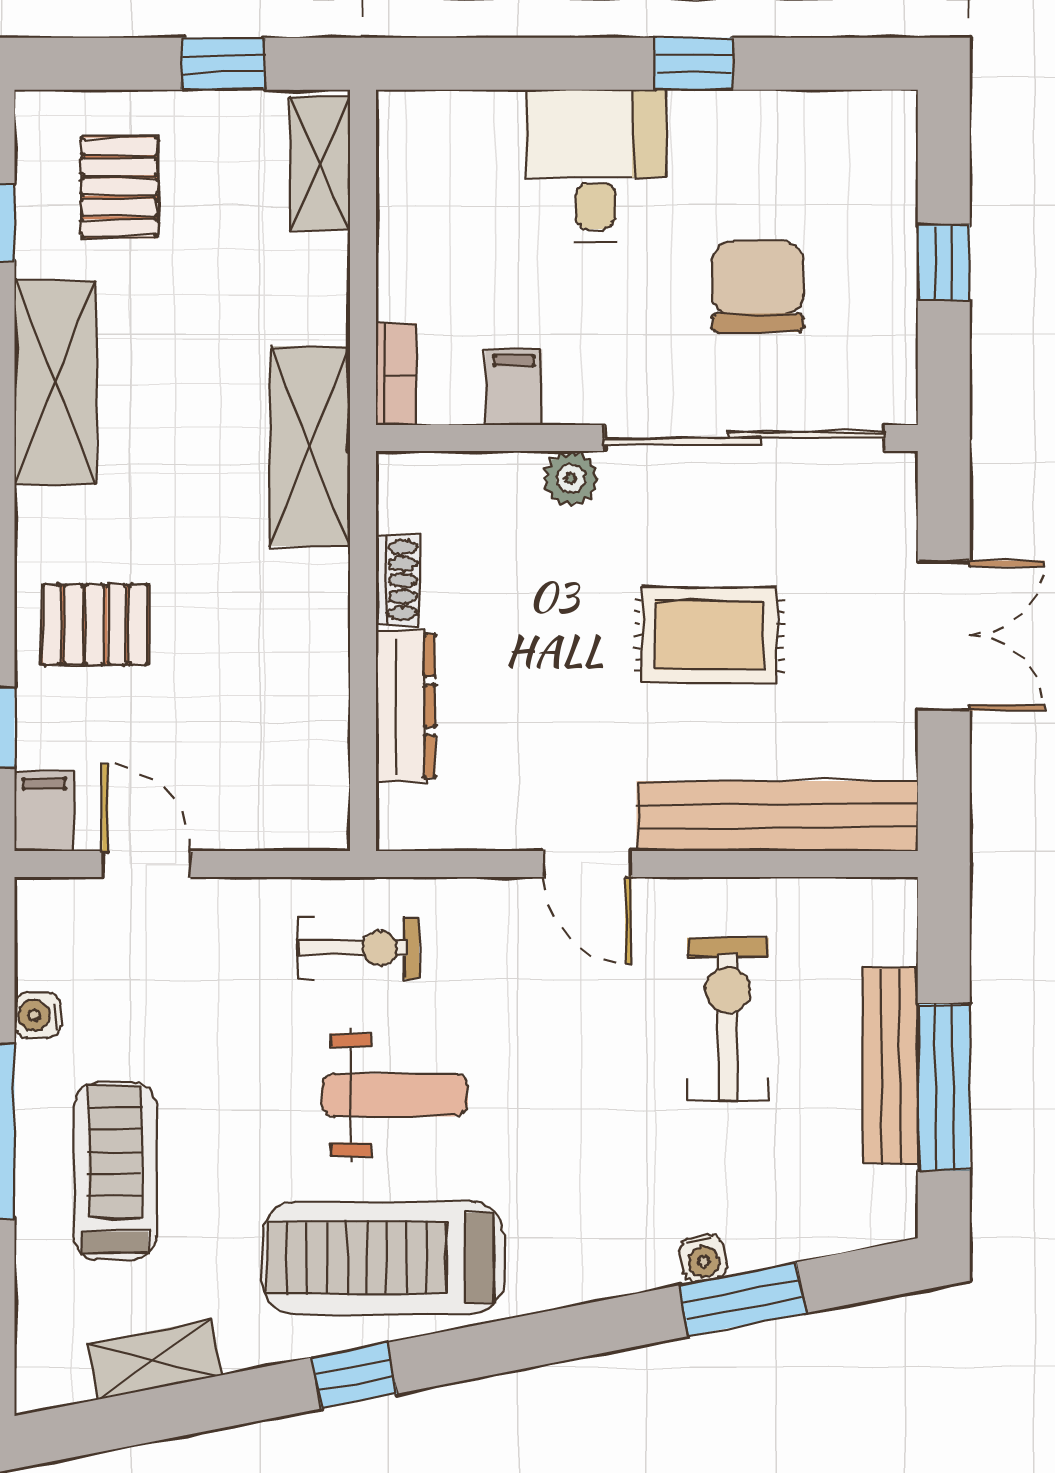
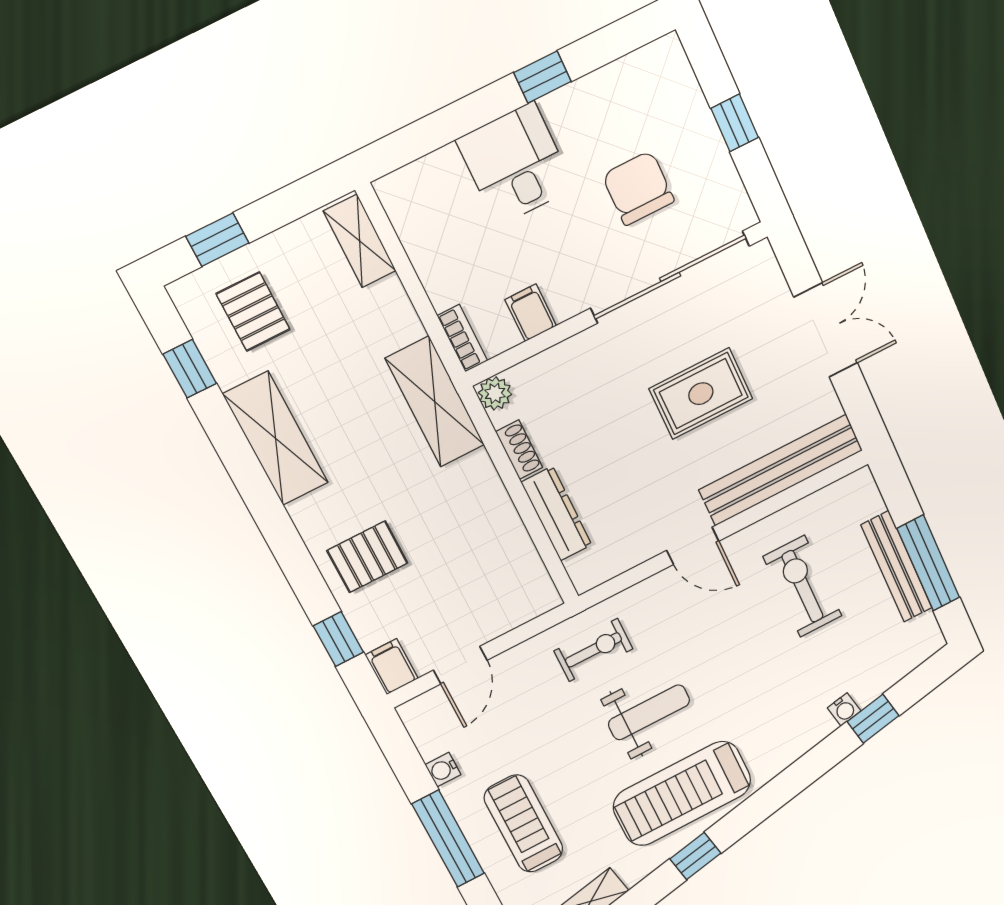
window: (223, 64) -> (217, 240), moved
plant: (571, 479) -> (495, 393), moved
door: (146, 864) -> (460, 665), swing flipped
window: (742, 1299) -> (873, 719), width x0.67

